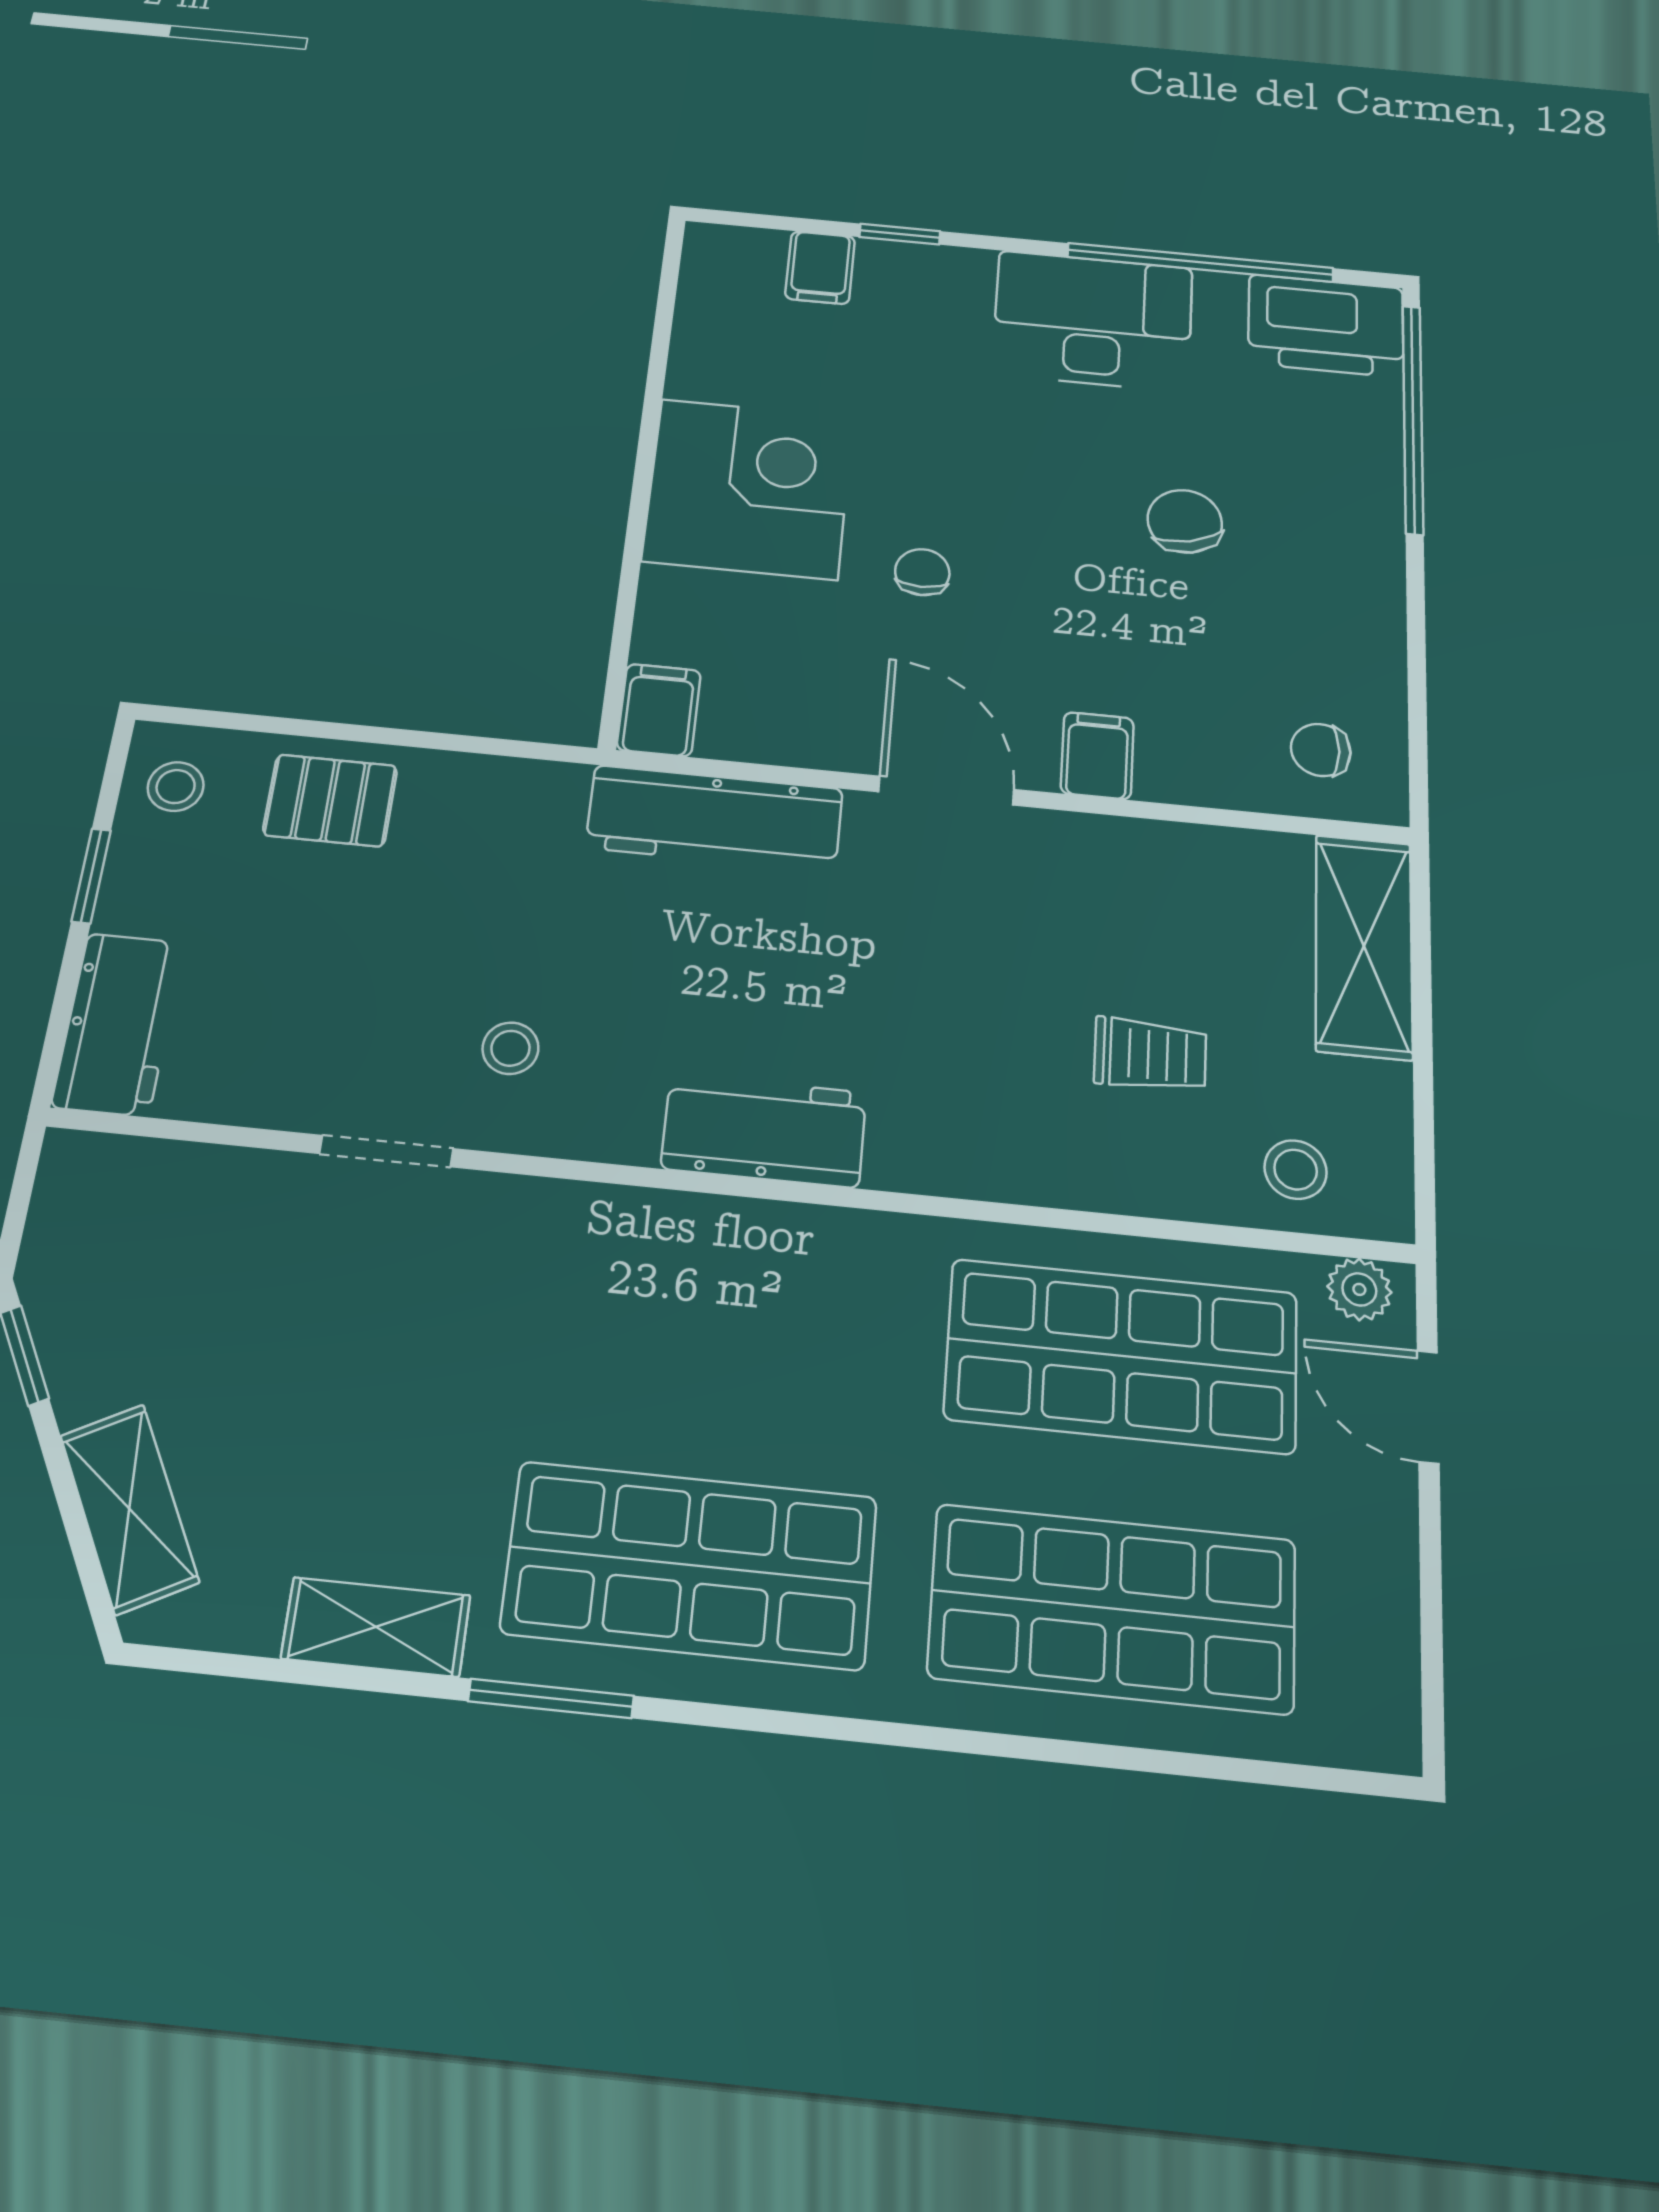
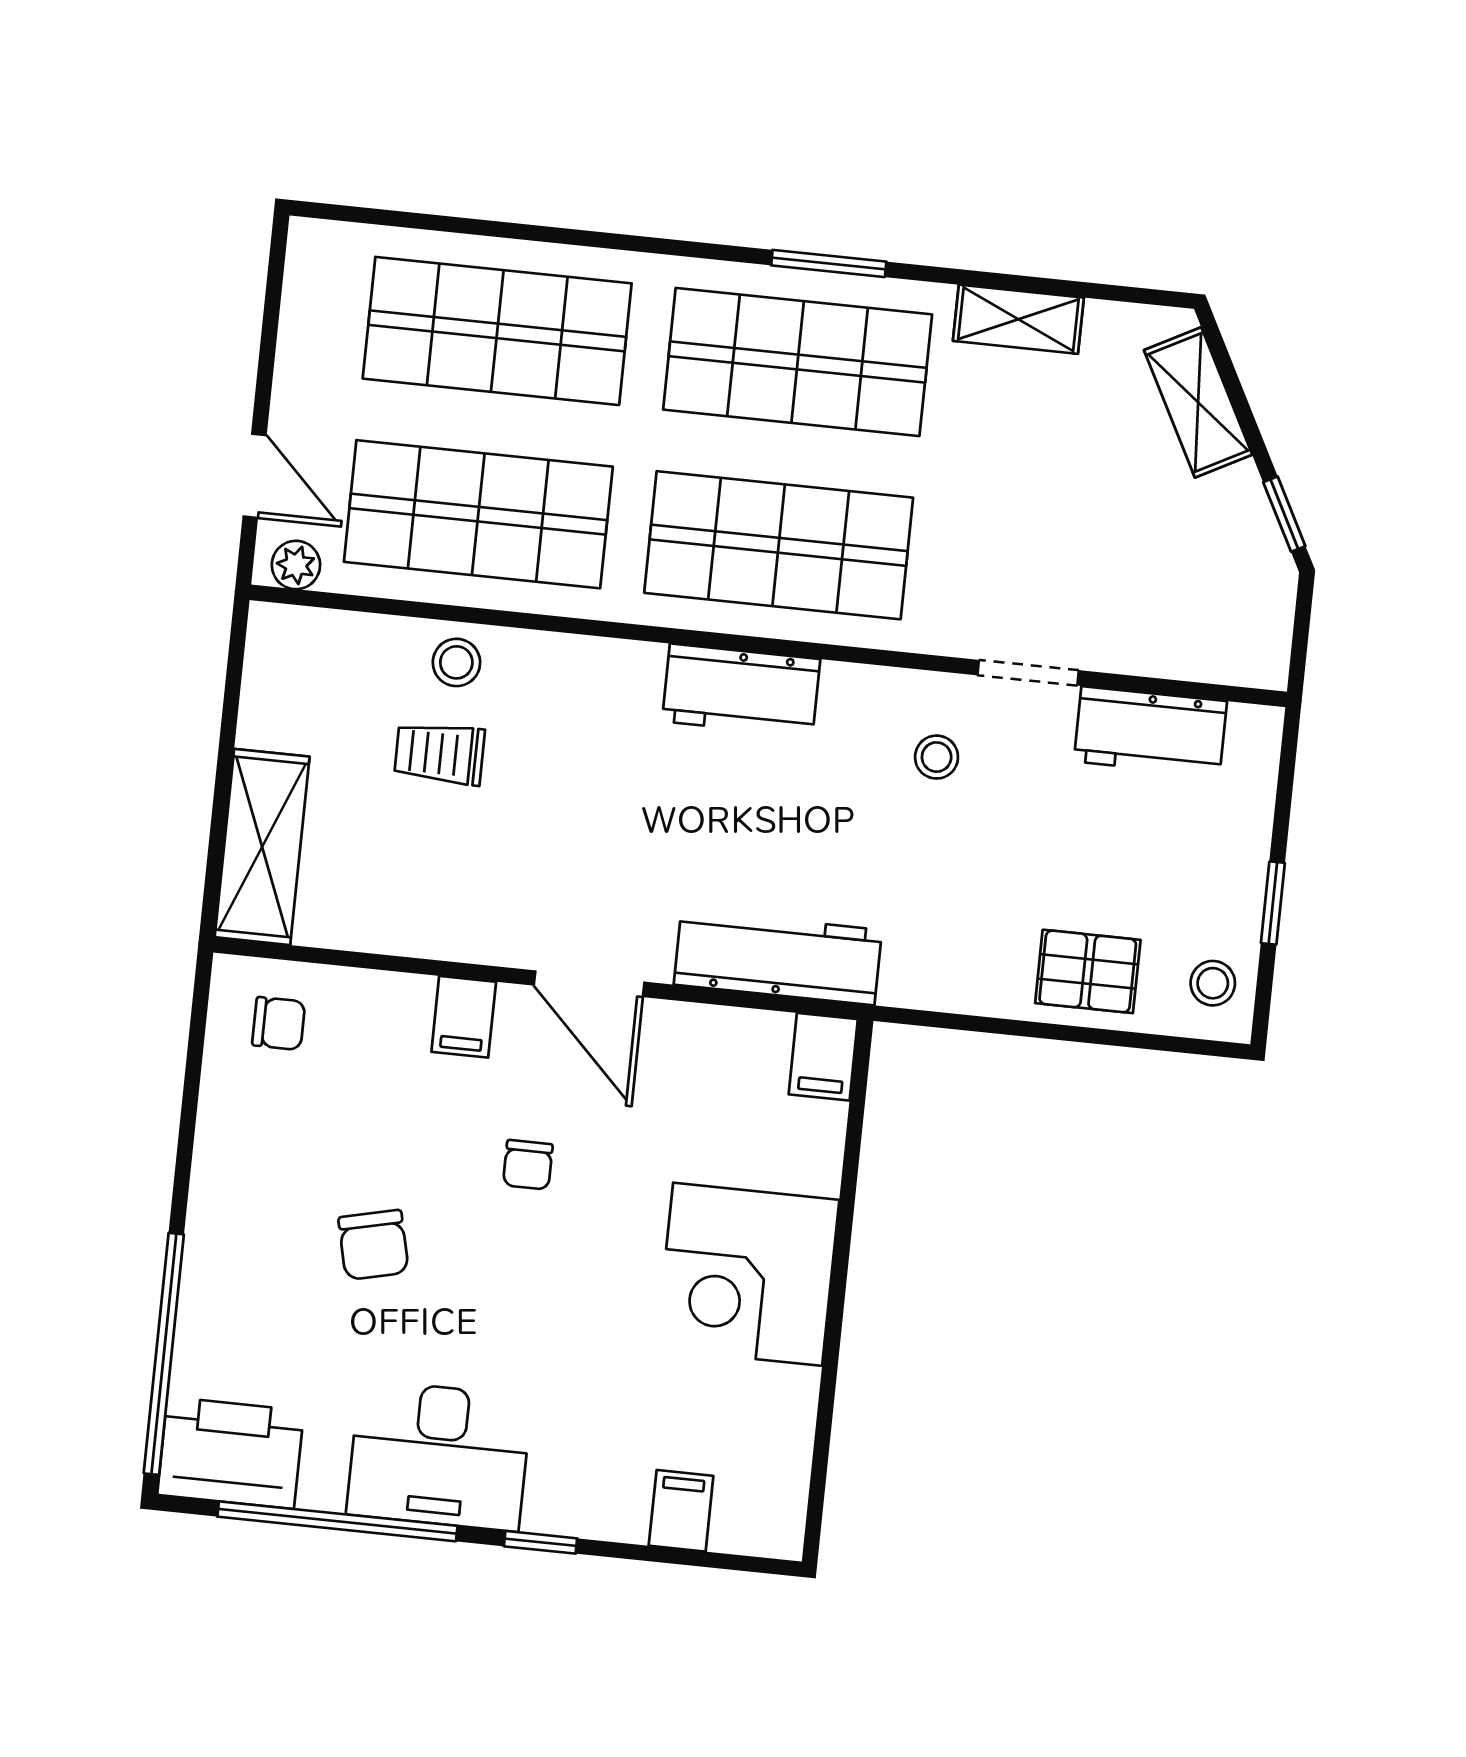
window: (900, 234) -> (541, 1542), moved
chair: (922, 572) -> (528, 1165), moved
workbench: (118, 1024) -> (1150, 731), moved, turned -90
stool: (1296, 1170) -> (456, 662), moved
shop shelf: (716, 1315) -> (779, 545), added
window: (551, 1698) -> (829, 263), moved

